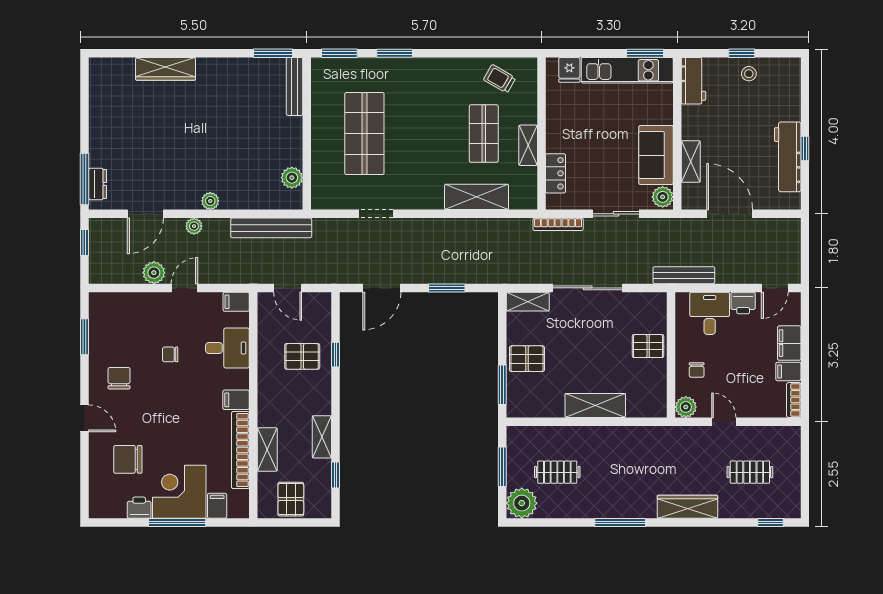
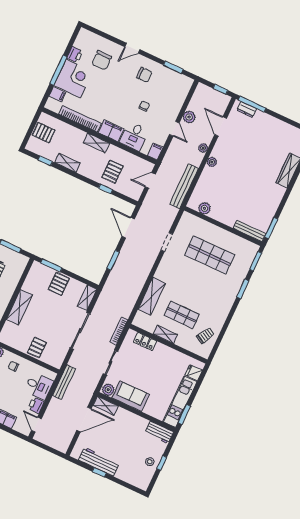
shelving: (691, 161) -> (106, 406), moved
filing cabinet: (236, 400) -> (111, 131), width x2.00
shelving: (267, 449) -> (96, 143), moved
chair: (128, 459) -> (102, 60), turned 180

